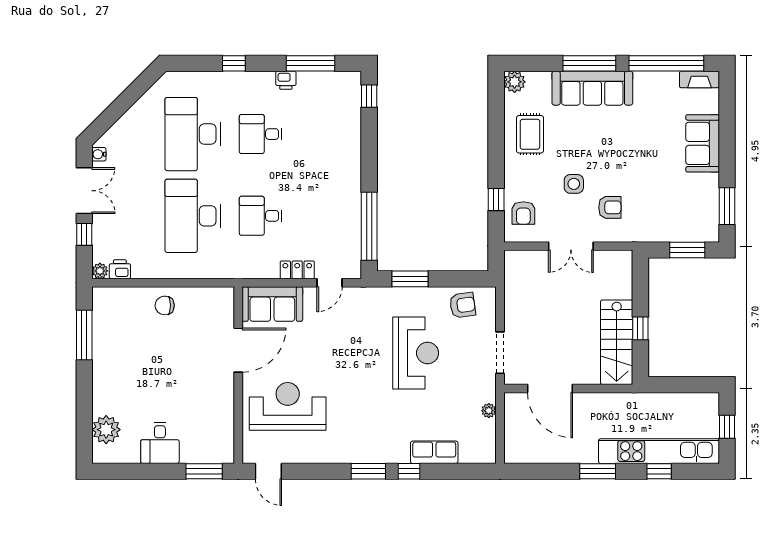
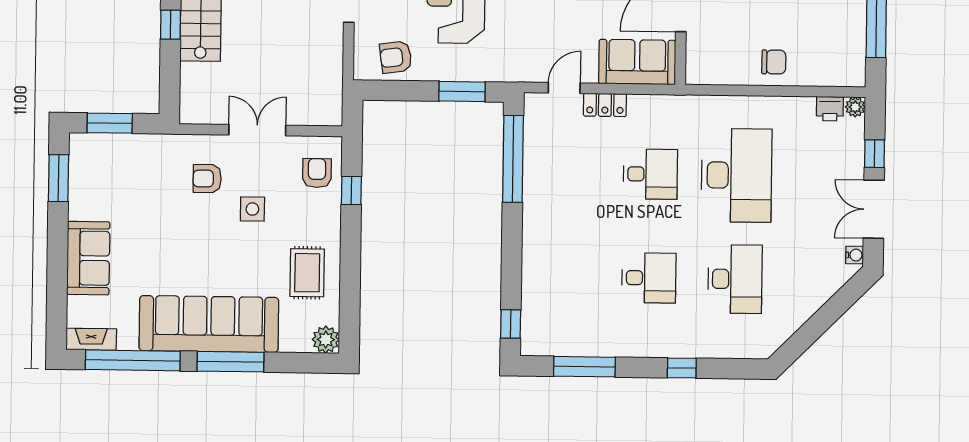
printer: (286, 80) -> (616, 346), removed
sofa: (592, 88) -> (209, 324), width x1.36, depth x1.27
desk: (193, 134) -> (735, 279), width x0.73, depth x0.77

